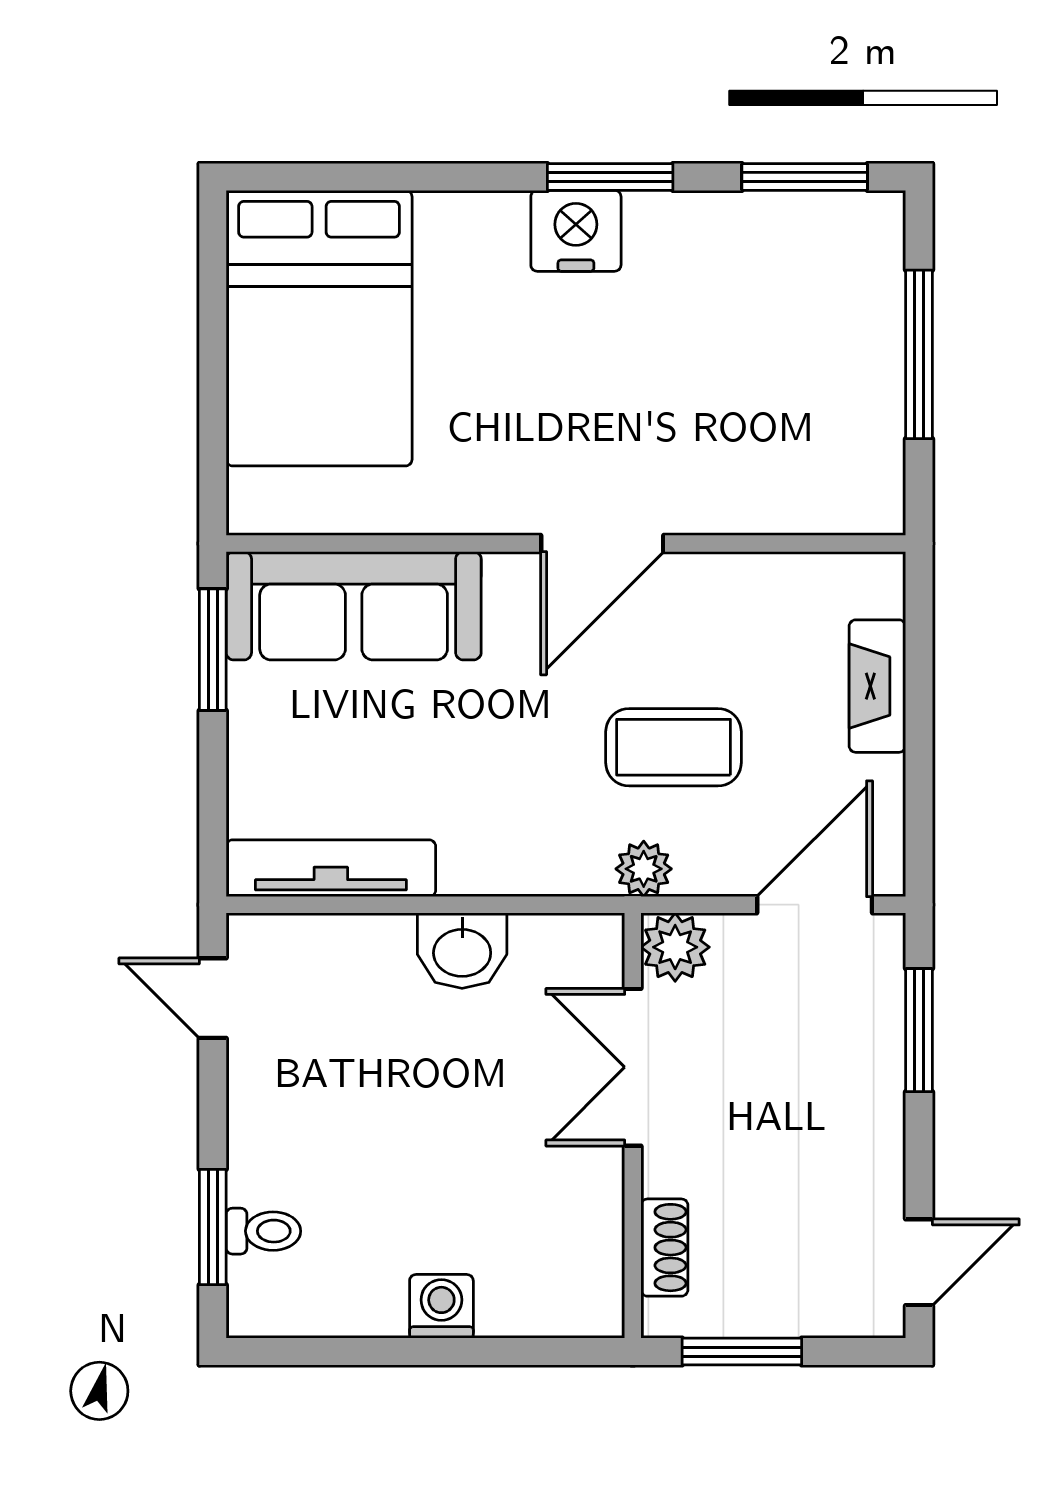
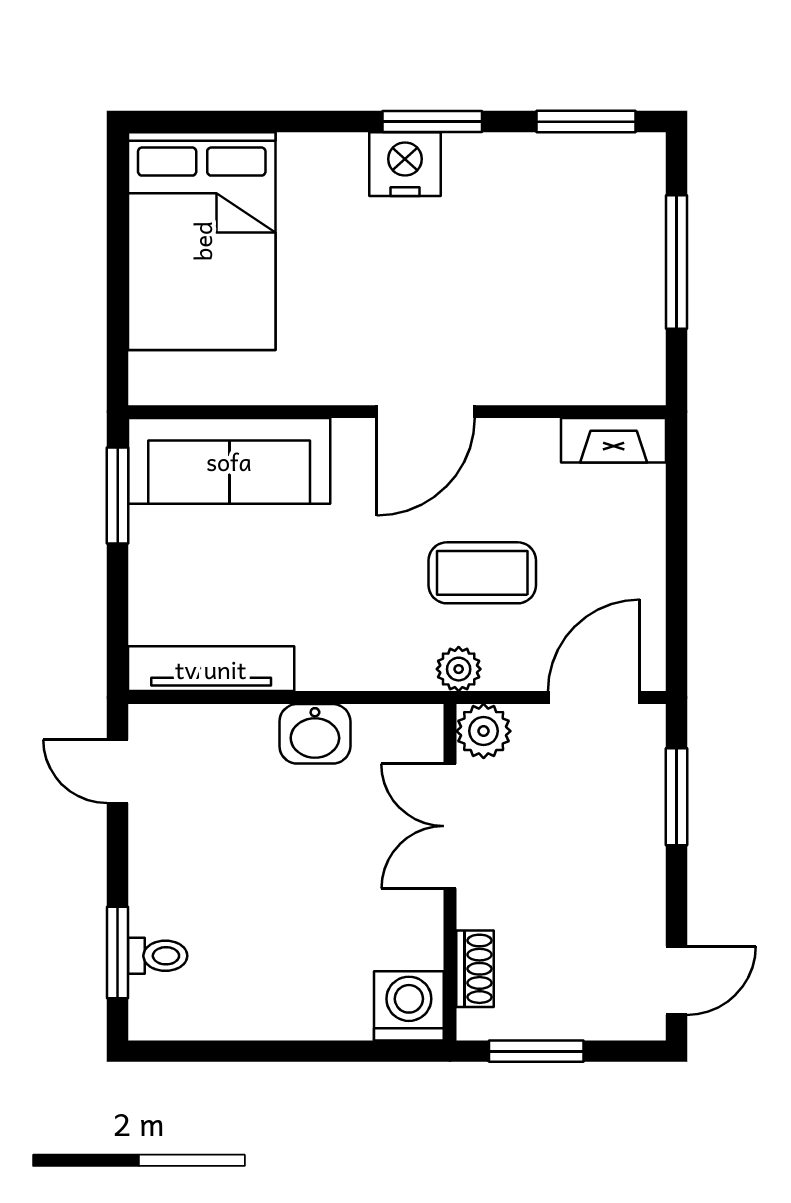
fireplace: (877, 686) -> (614, 440), moved, turned -90
washing machine: (441, 1306) -> (409, 1006), moved, width x1.38, depth x1.38

